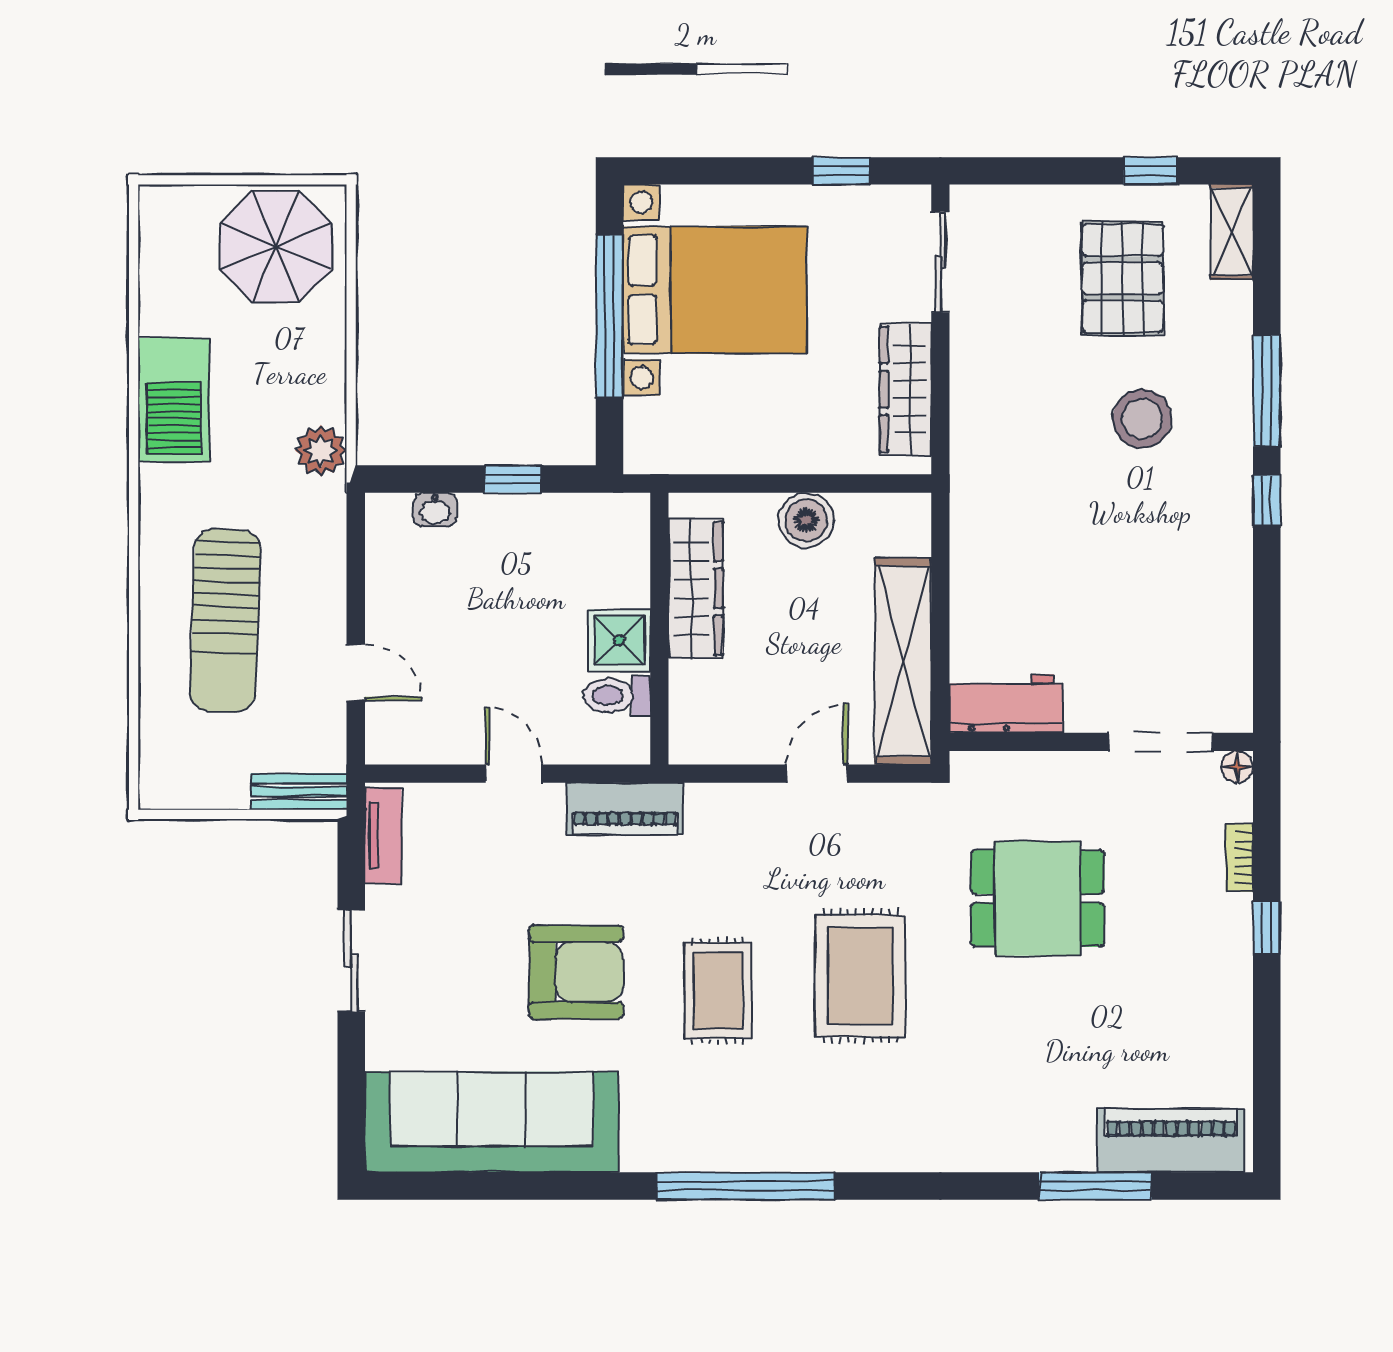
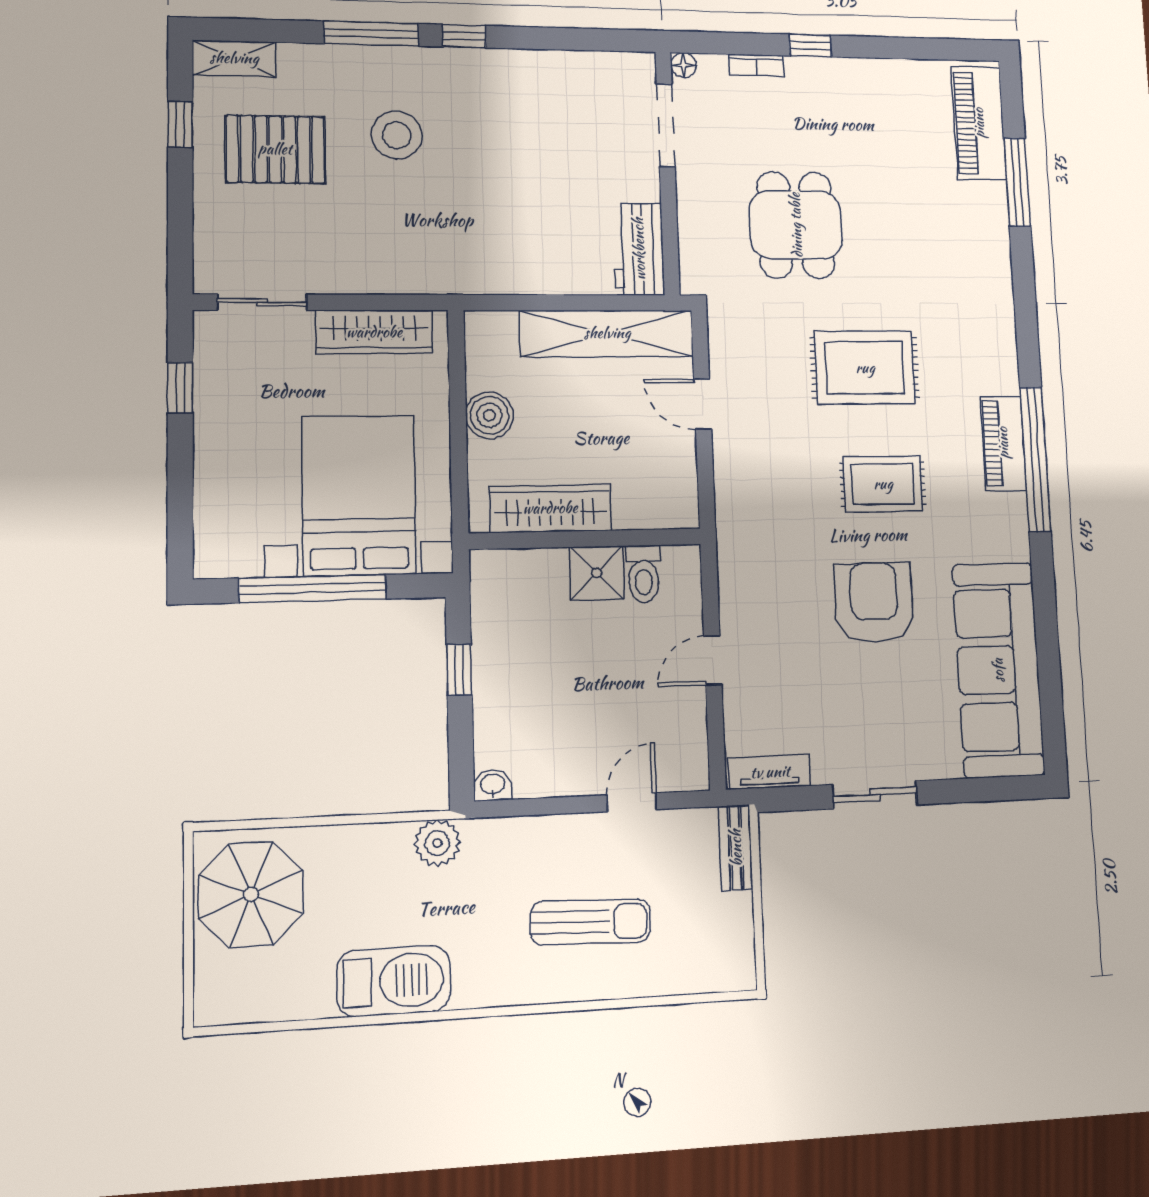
bed with nightstands: (715, 290) -> (359, 495), moved
washbasin: (435, 510) -> (493, 785), moved, turned -90
sun lounger: (225, 621) -> (590, 922), width x0.73, depth x0.75
piano: (625, 809) -> (1003, 443), moved, turned 180

